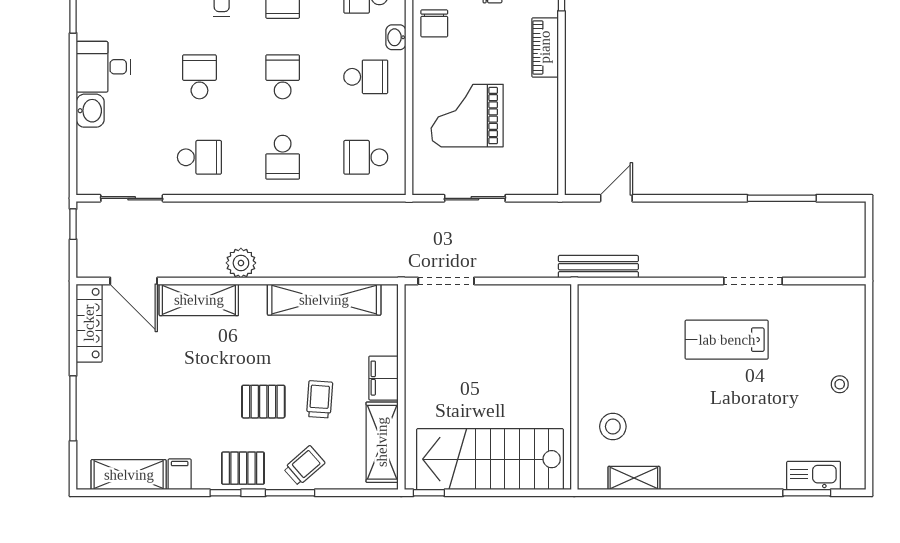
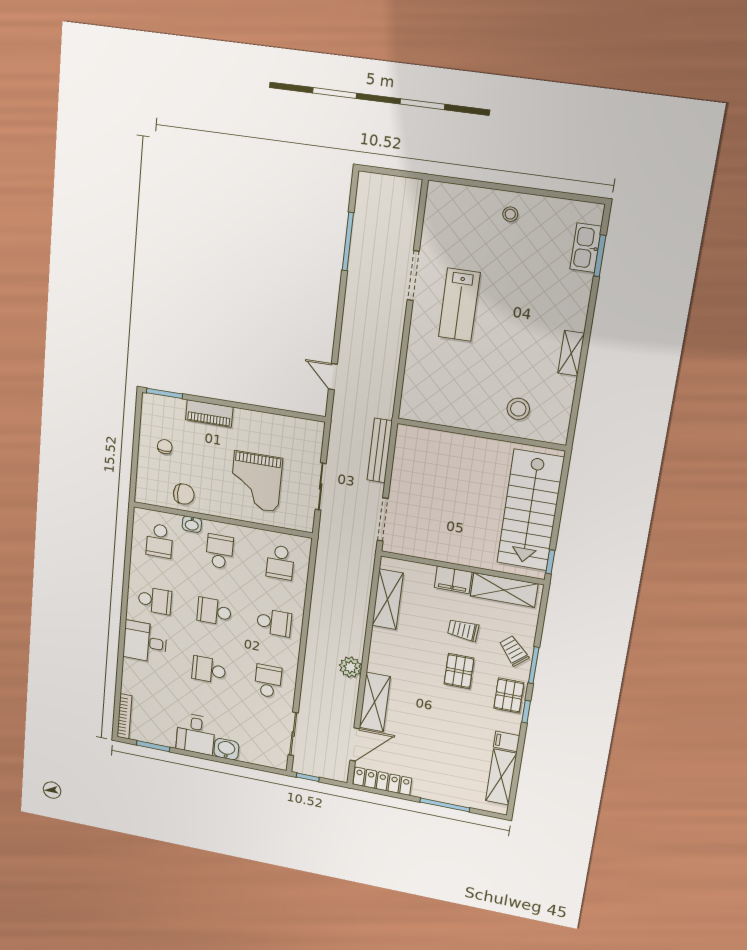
bench: (598, 267) -> (380, 451), moved
shelving: (324, 300) -> (388, 599), width x0.68
shelving: (634, 478) -> (571, 353), moved

